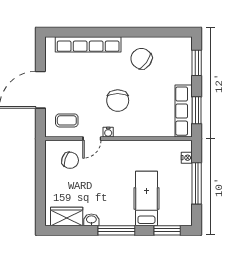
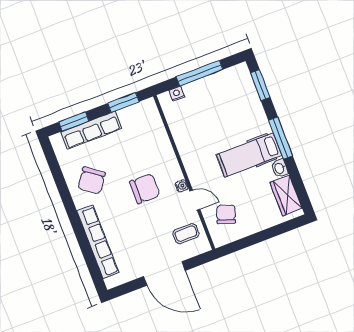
row of seats: (184, 111) -> (91, 130), moved
coffee table: (67, 120) -> (186, 234), turned 90
hospital bed: (146, 198) -> (249, 155), moved

